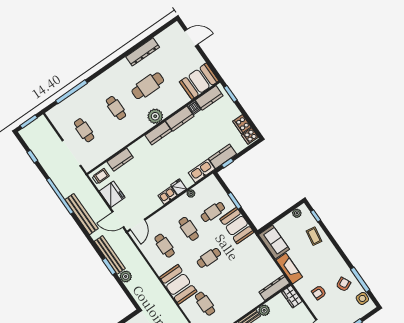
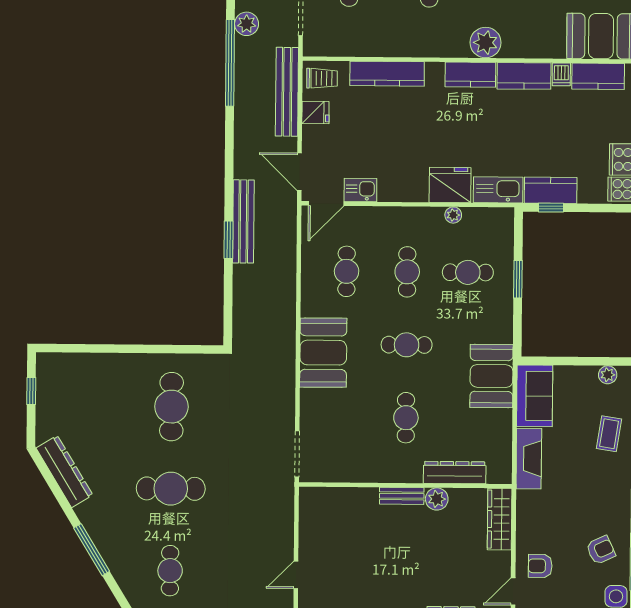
kitchen counter: (120, 160) -> (387, 74), width x1.50
fridge: (179, 187) -> (450, 185), width x1.88, depth x1.34
fridge: (112, 194) -> (315, 112), width x0.53, depth x0.75
kitchen sink: (167, 195) -> (360, 190), moved
bench: (82, 214) -> (287, 92), moved
booth: (237, 226) -> (491, 376), moved
plant: (126, 276) -> (247, 24), moved
dresser: (274, 288) -> (455, 473), moved
armchair: (319, 293) -> (540, 566), moved
wardrobe: (292, 297) -> (500, 519), width x1.50
cafe table: (205, 304) -> (406, 418), moved

